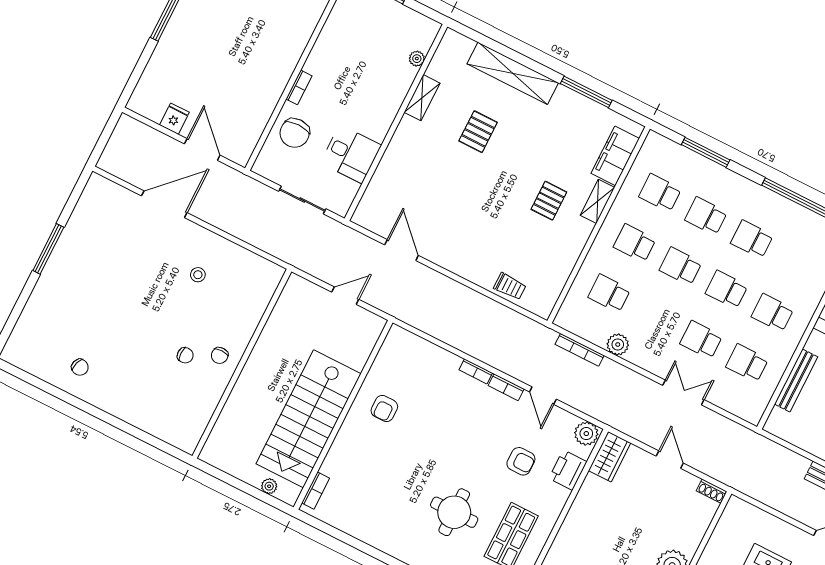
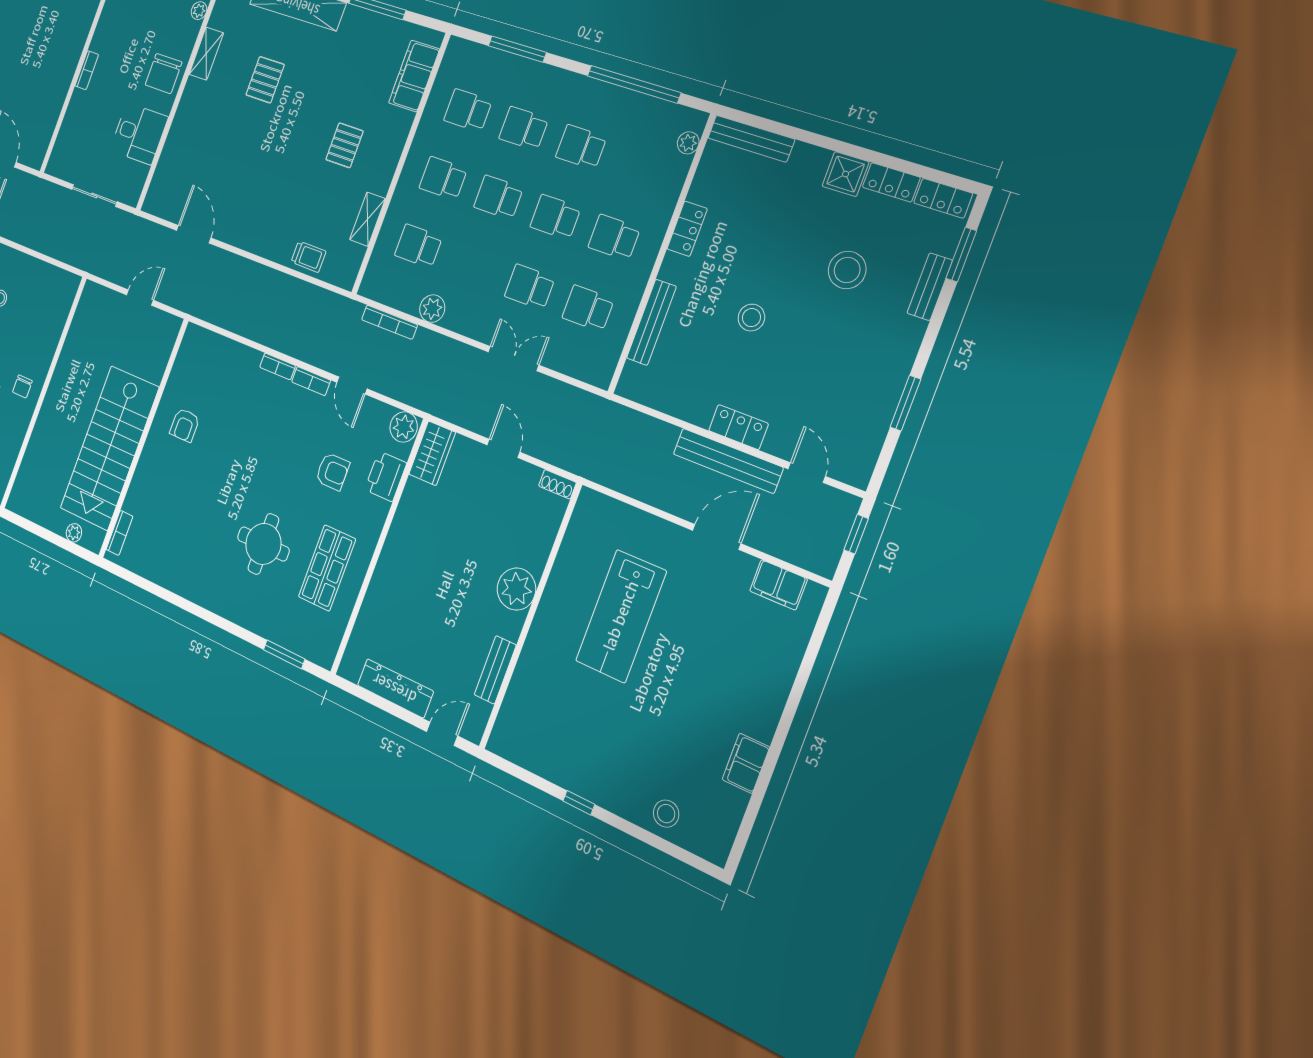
chair: (295, 133) -> (164, 74), moved
shelving: (597, 201) -> (367, 219), moved

